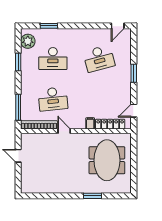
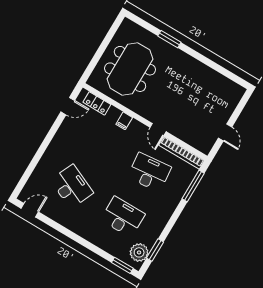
window: (49, 26) -> (122, 265), moved
desk: (99, 59) -> (72, 186), turned 39
window: (18, 62) -> (155, 250), moved
window: (134, 73) -> (43, 147), removed
locker: (110, 124) -> (97, 103), width x0.66

